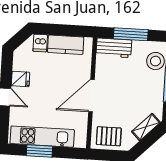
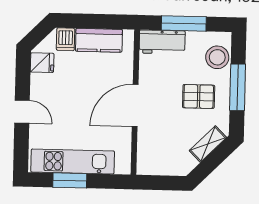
fridge: (20, 79) -> (42, 63), moved
pallet: (109, 136) -> (199, 96), moved

